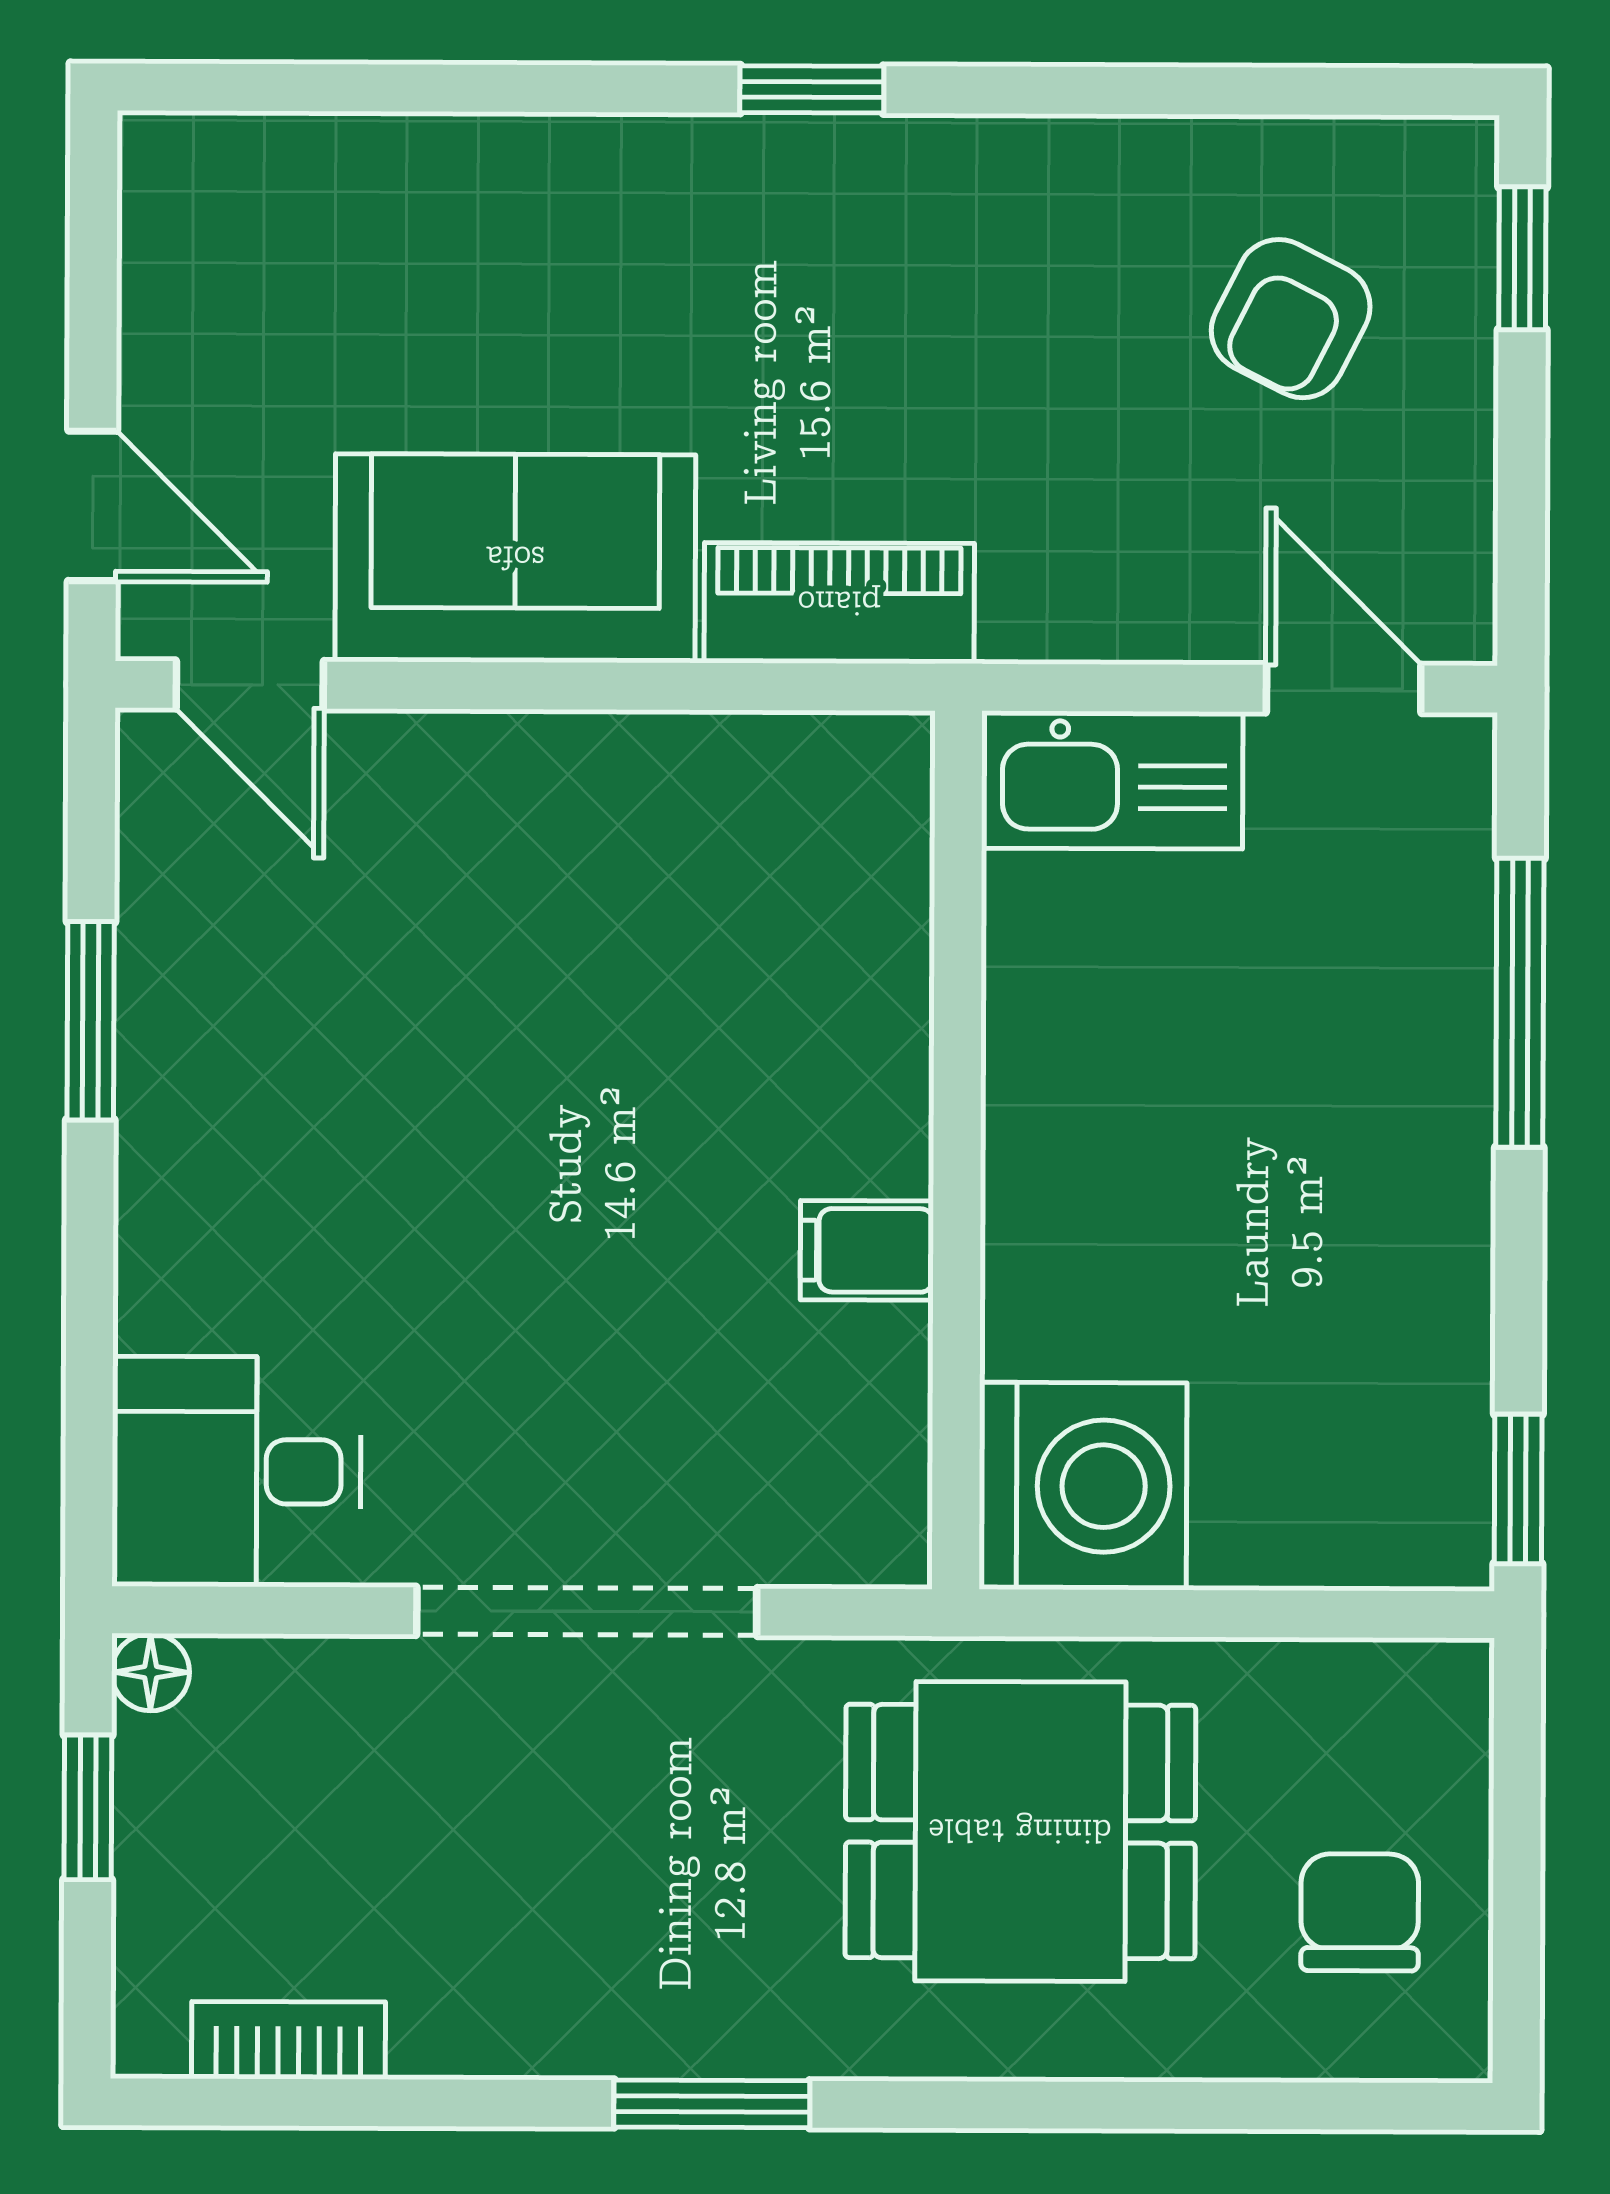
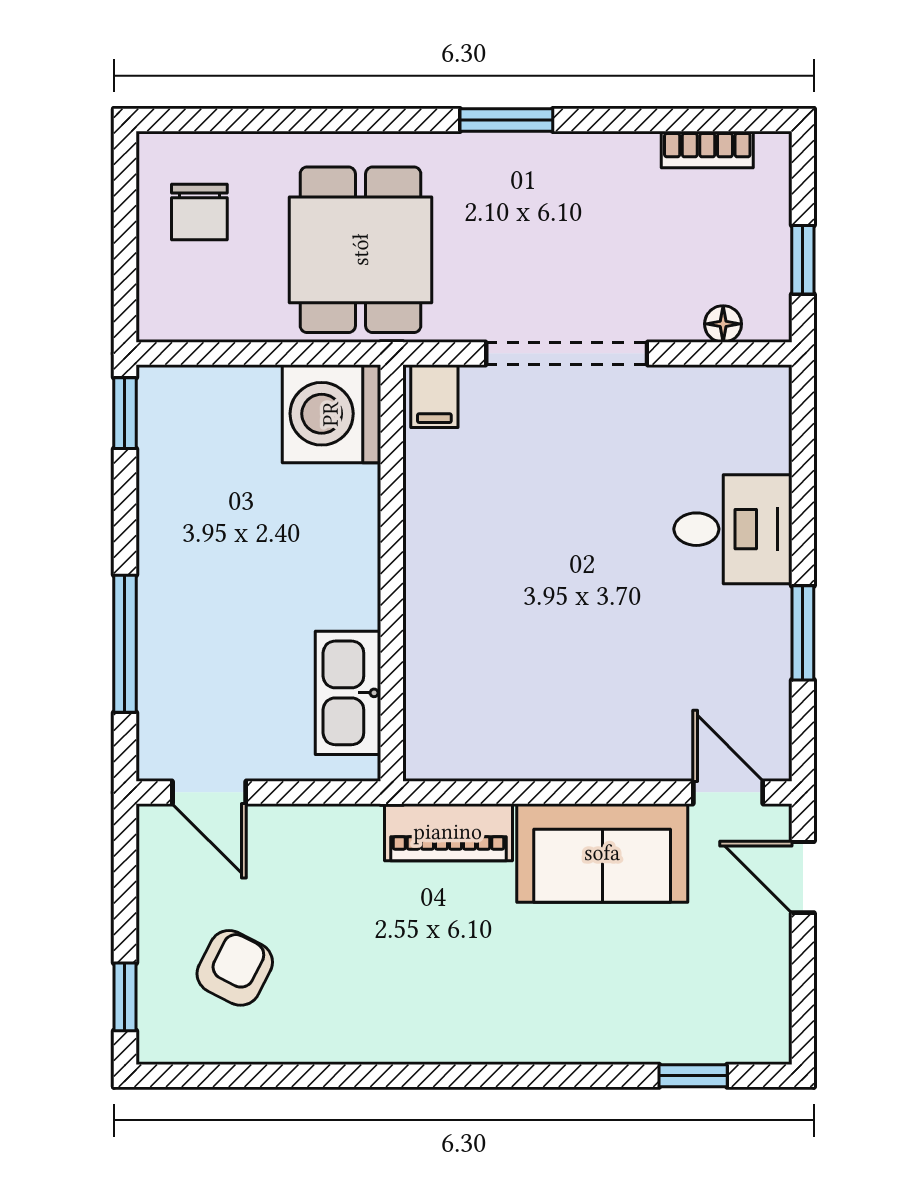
window: (812, 89) -> (693, 1076), moved
kitchen sink: (1112, 780) -> (348, 693), moved, turned -90
filing cabinet: (867, 1250) -> (434, 396), moved, turned 90
desk: (237, 1472) -> (733, 529), moved
floor lamp: (151, 1672) -> (723, 324), moved
dining table: (1020, 1831) -> (361, 250), turned 90

